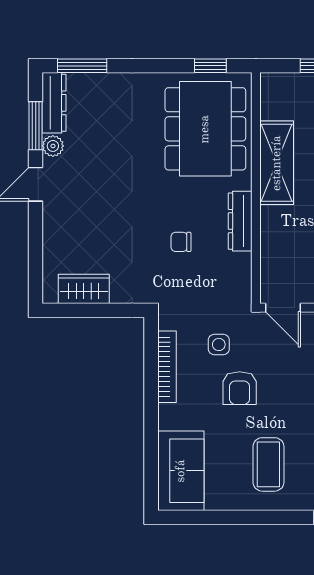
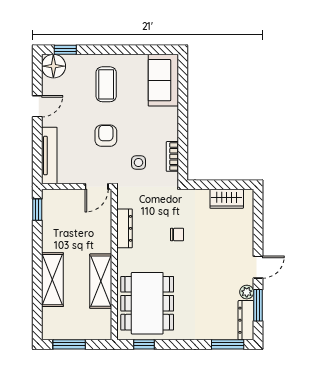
dresser: (240, 221) -> (125, 228), moved
chair: (181, 242) -> (177, 235), moved
door: (283, 308) -> (97, 187), swing flipped
bookcase: (167, 367) -> (172, 156), width x0.64
armchair: (240, 388) -> (106, 136), moved

